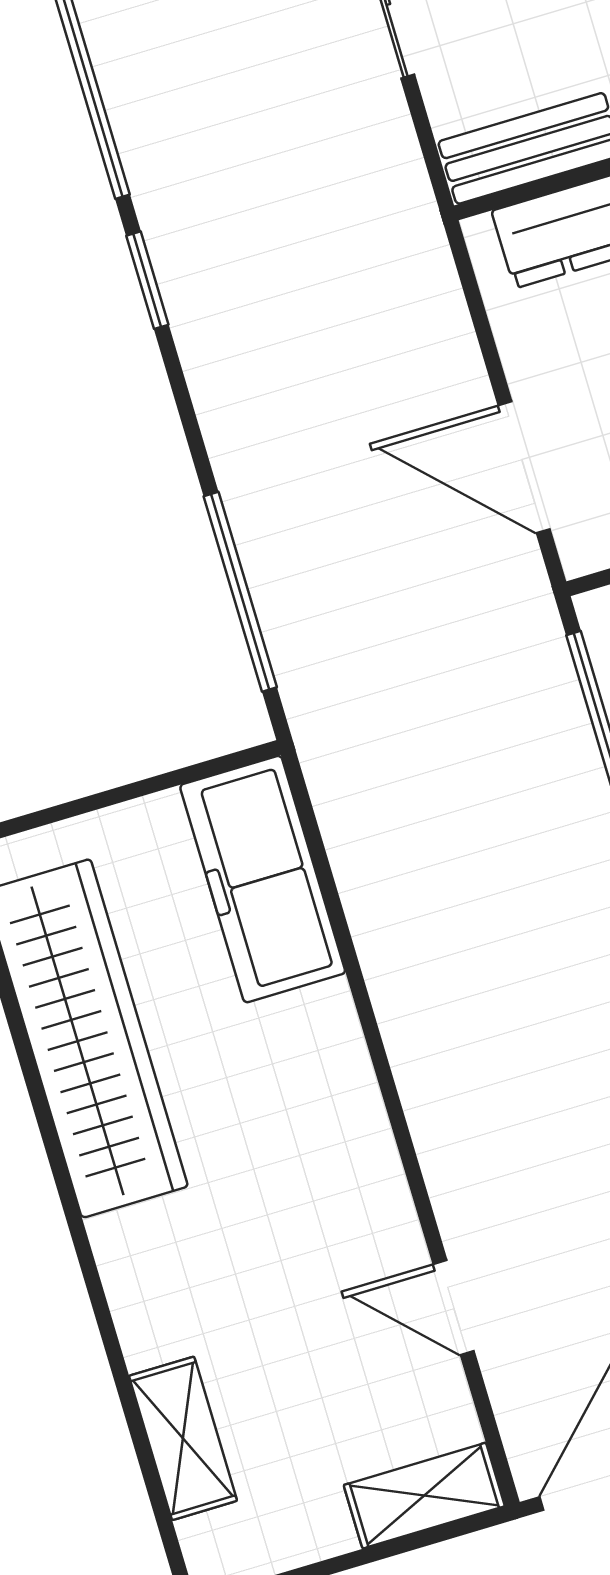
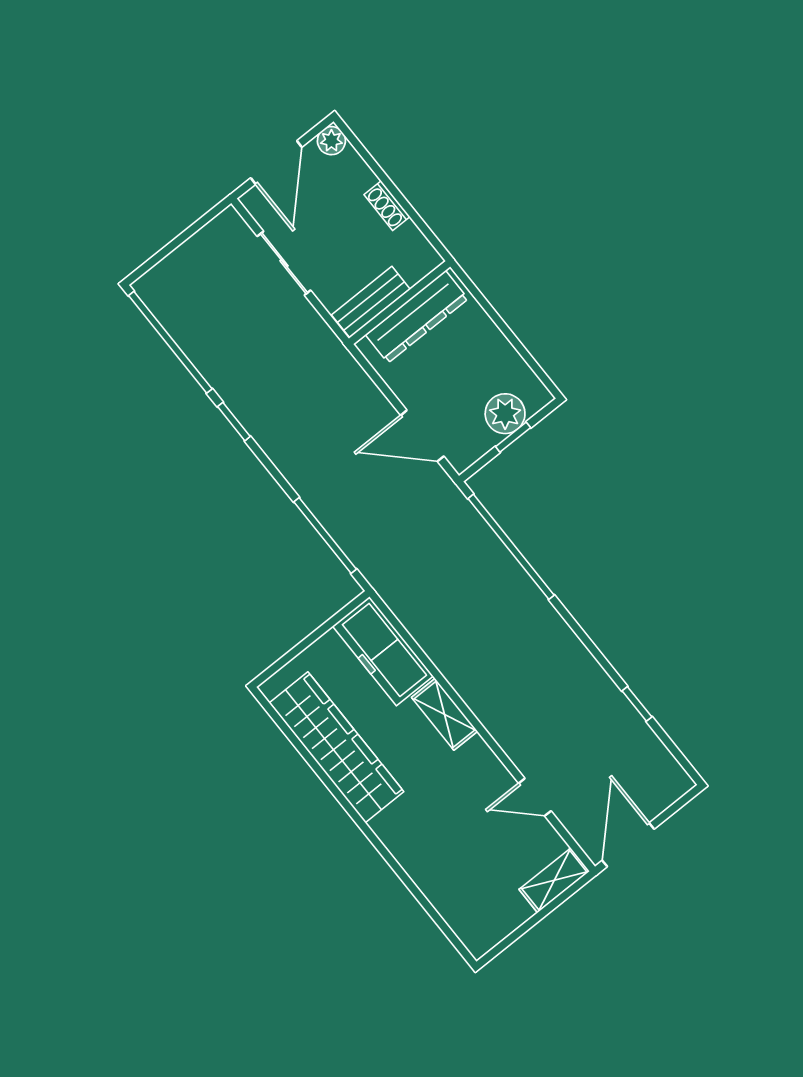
shelving: (183, 1438) -> (444, 714), moved

